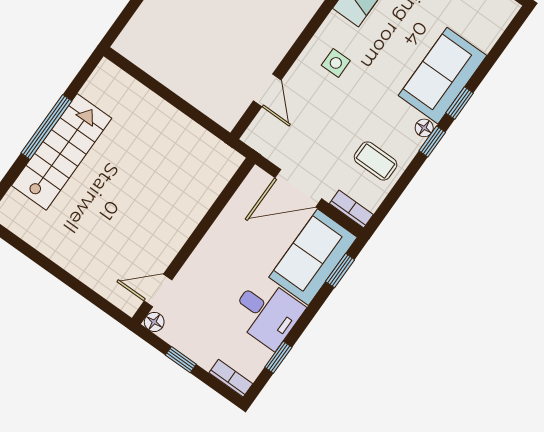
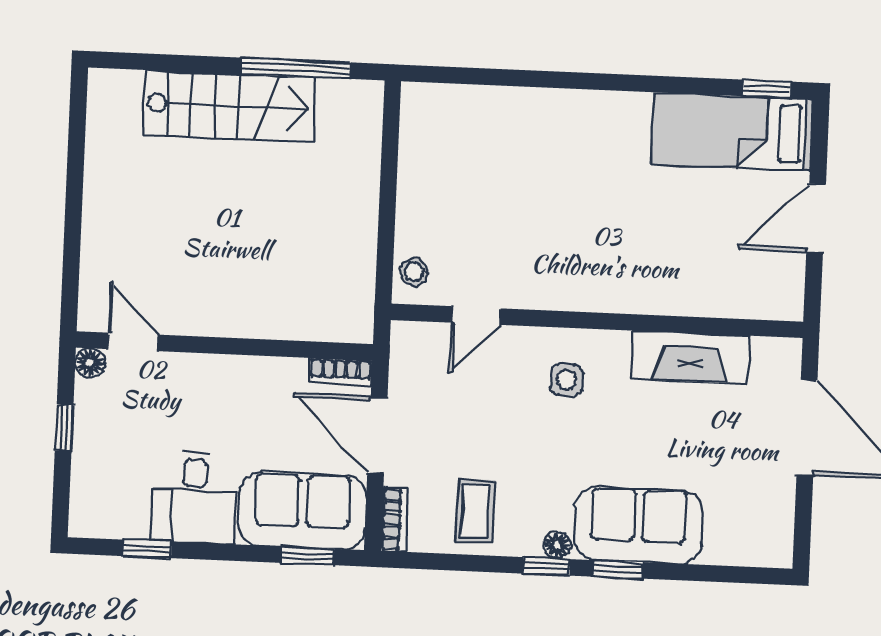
stool: (221, 109) -> (414, 272), added
window: (46, 127) -> (296, 68), moved
bookcase: (231, 378) -> (340, 372), moved, turned 90

